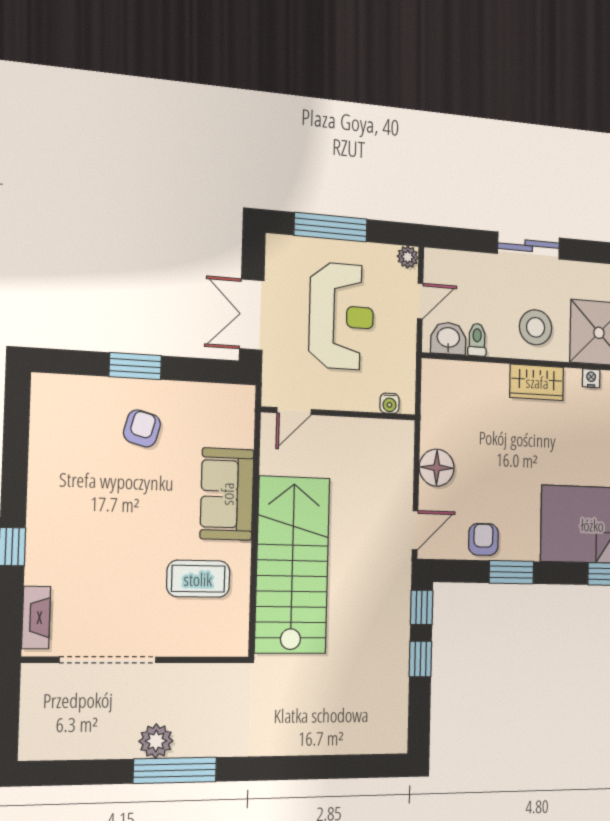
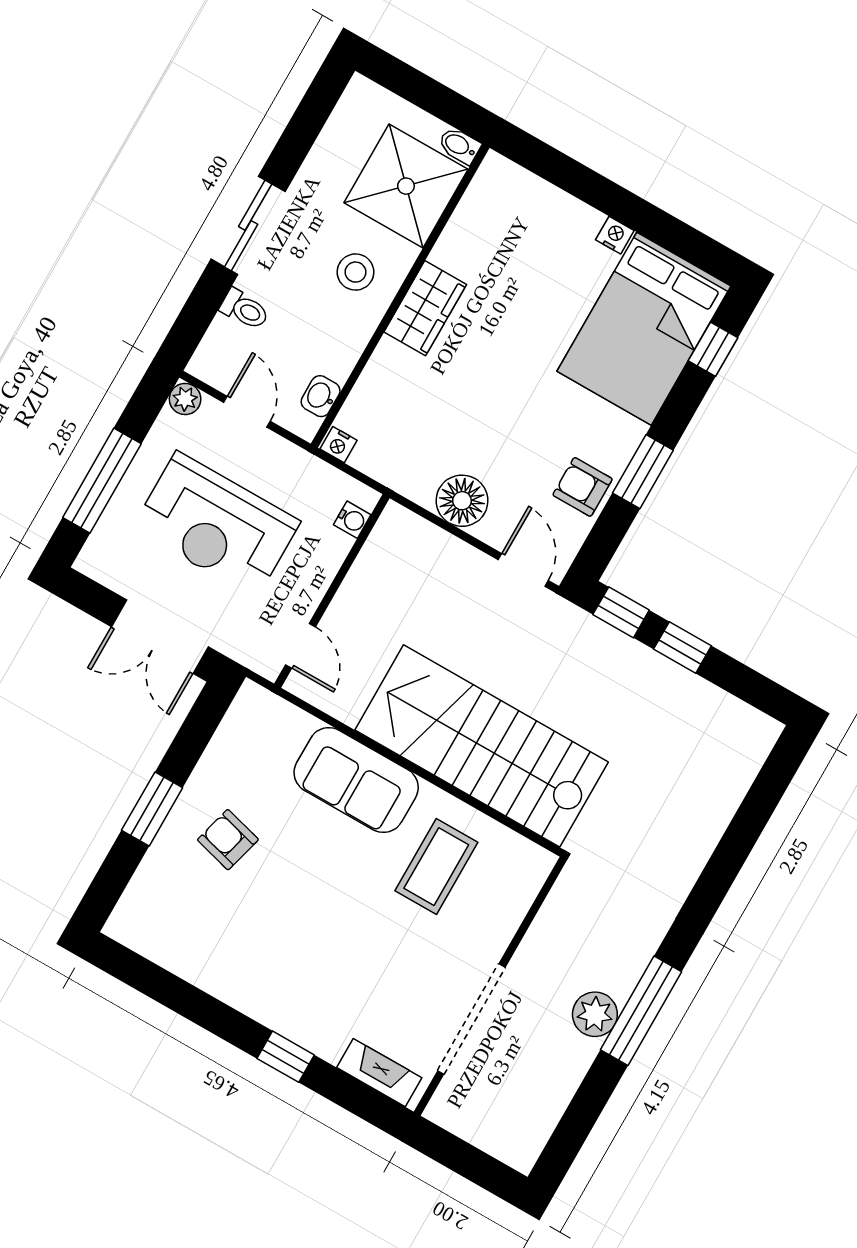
reception desk: (342, 316) -> (216, 525), turned 180
stool: (536, 327) -> (356, 272), width x0.73, depth x0.73
washbasin: (448, 338) -> (321, 396), width x0.72, depth x0.69
toilet: (477, 340) -> (245, 309), moved, turned 180
nightstand: (591, 378) -> (339, 445), moved, turned -90

